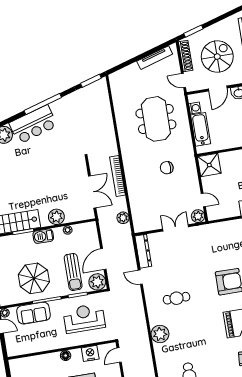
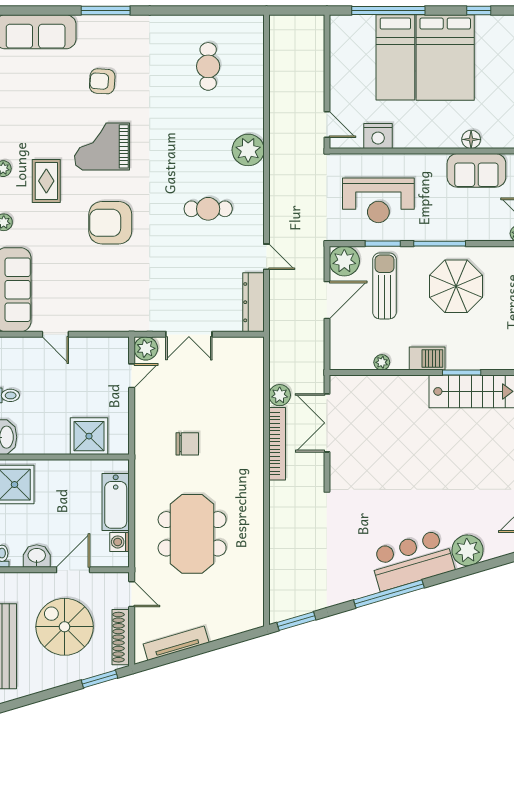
spiral stairs: (217, 57) -> (65, 627), turned 90
shower: (209, 165) -> (89, 436), moved
door: (203, 200) -> (132, 376), swing flipped
plant: (56, 217) -> (398, 389), removed
plant: (123, 218) -> (280, 395), moved
sofa: (33, 313) -> (476, 170), moved, turned 180
door: (119, 355) -> (327, 125), hinge flipped
floor lamp: (66, 356) -> (471, 139), moved

